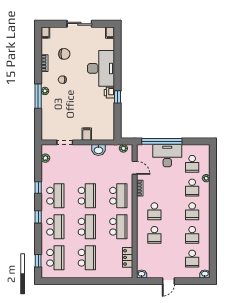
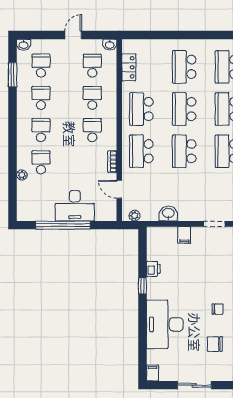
printer: (109, 93) -> (153, 269), moved
window: (162, 141) -> (63, 225), moved
school desk: (192, 164) -> (92, 66), moved
window: (213, 252) -> (13, 75), added

